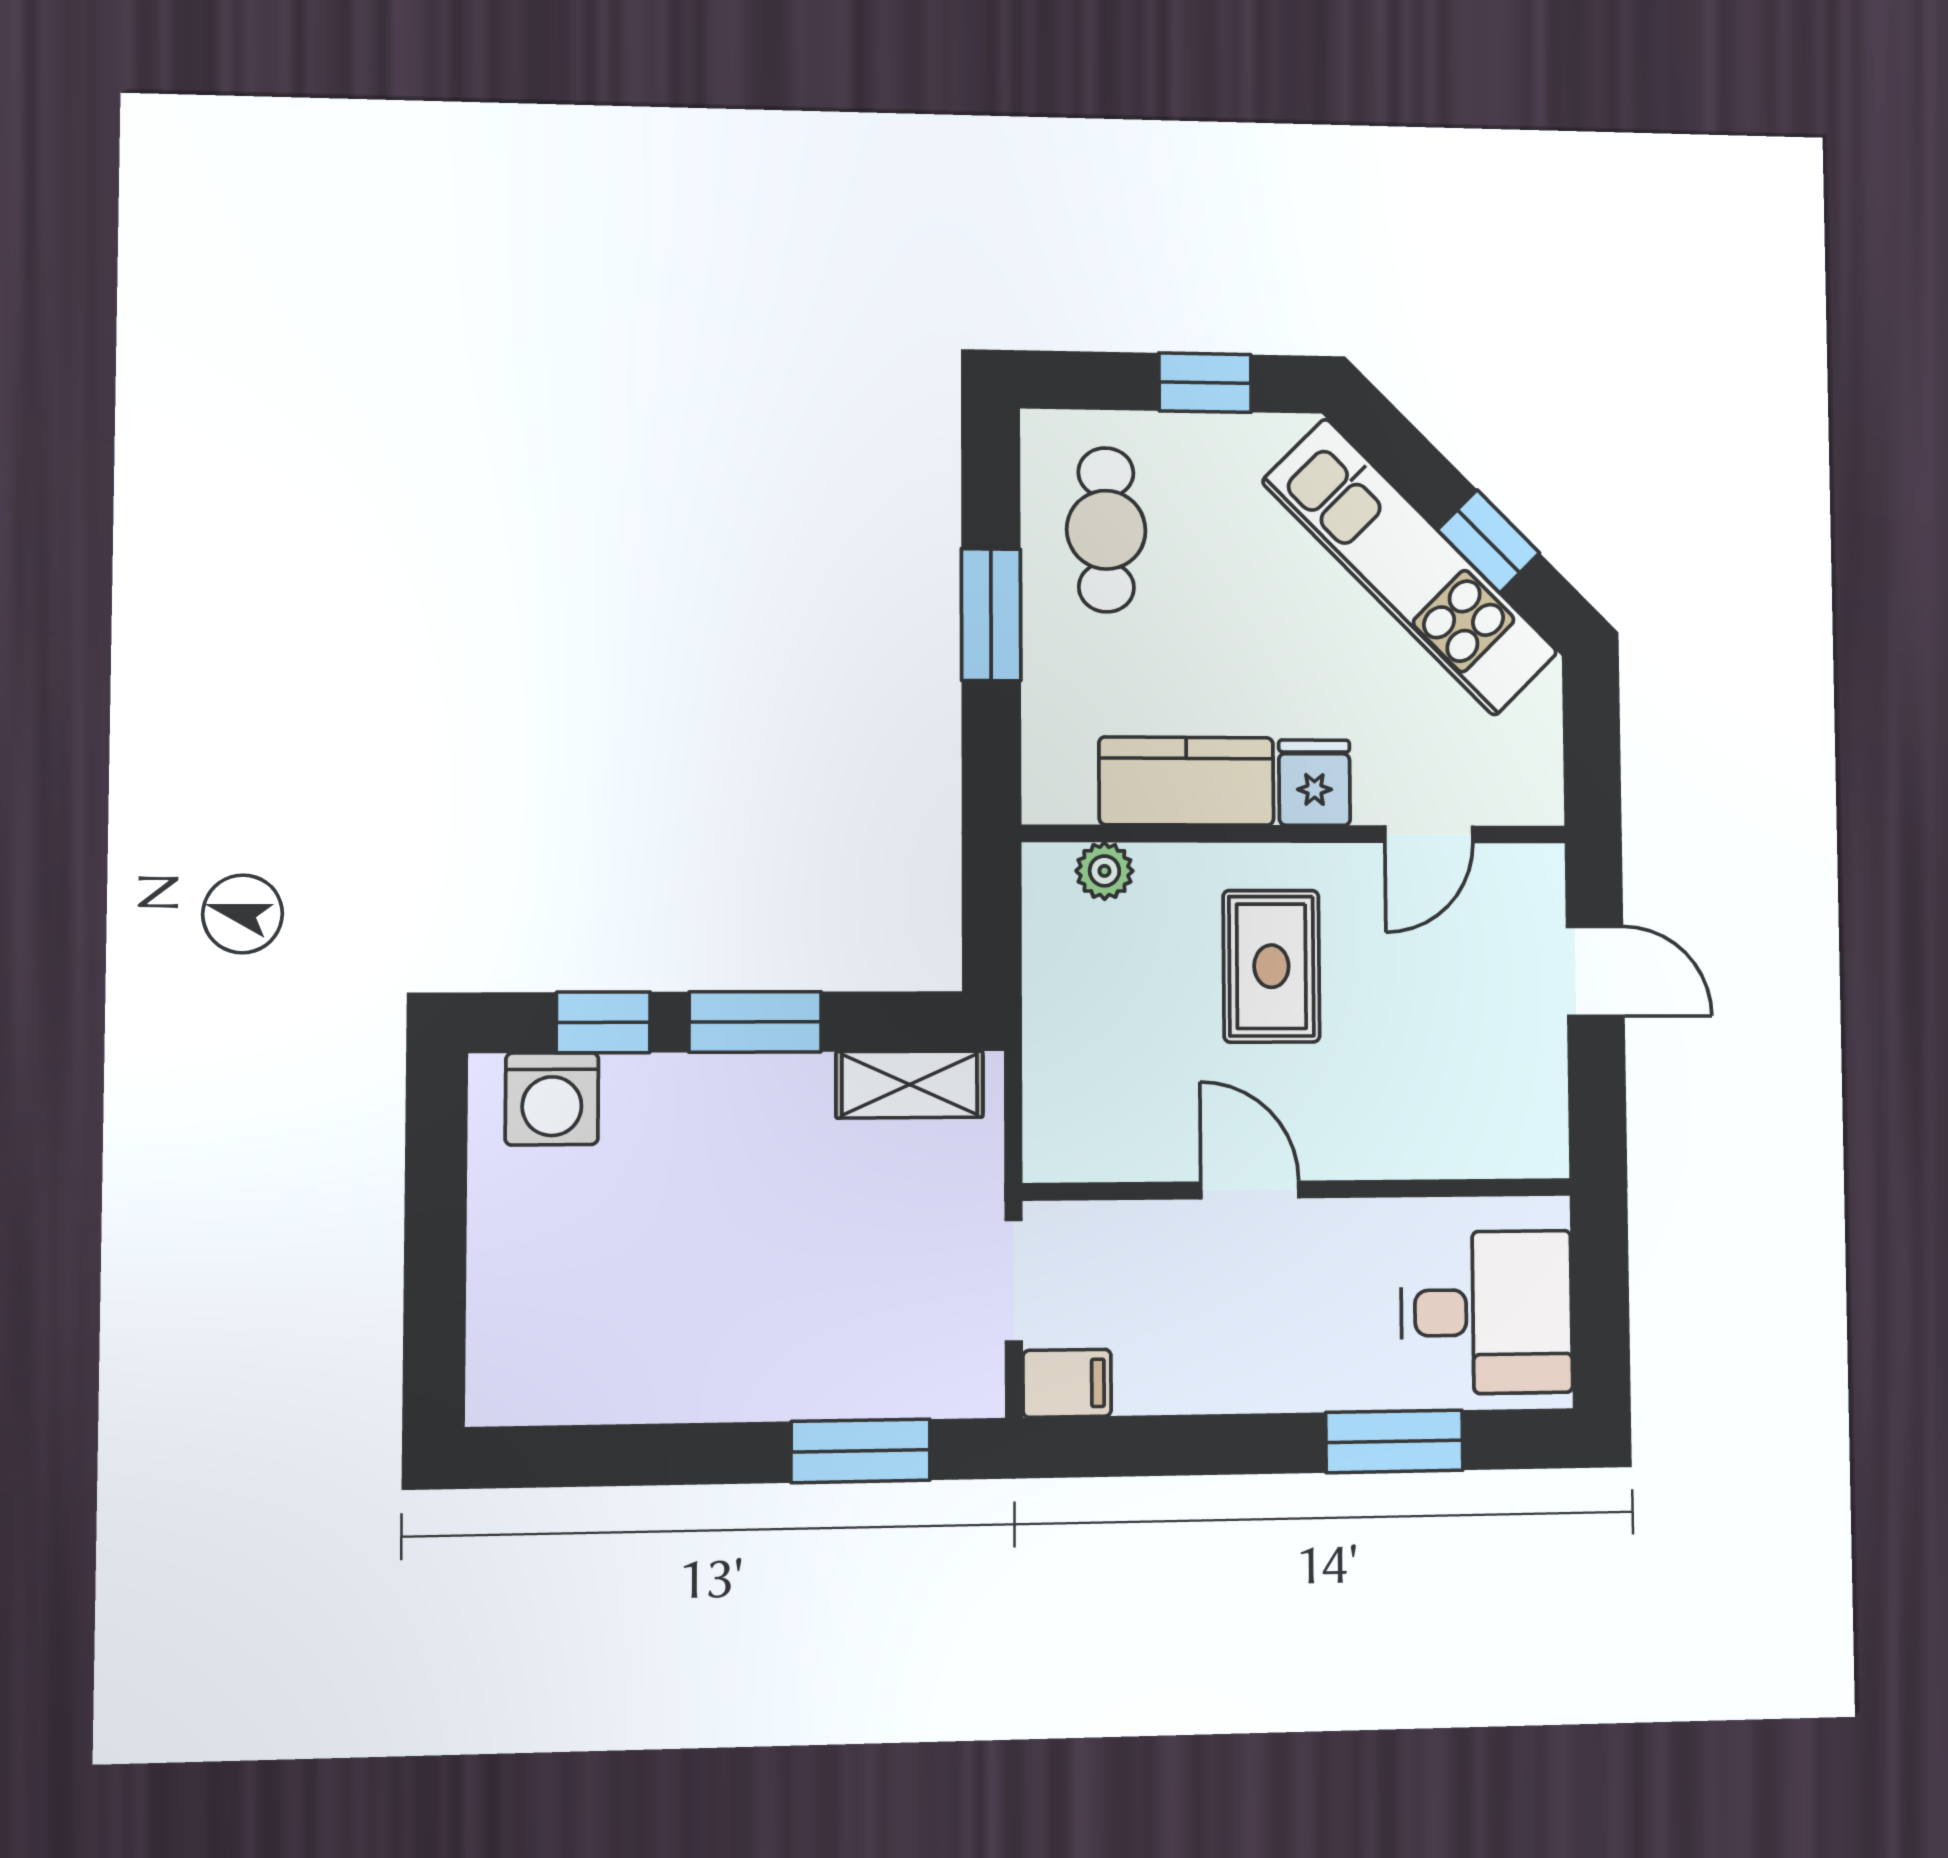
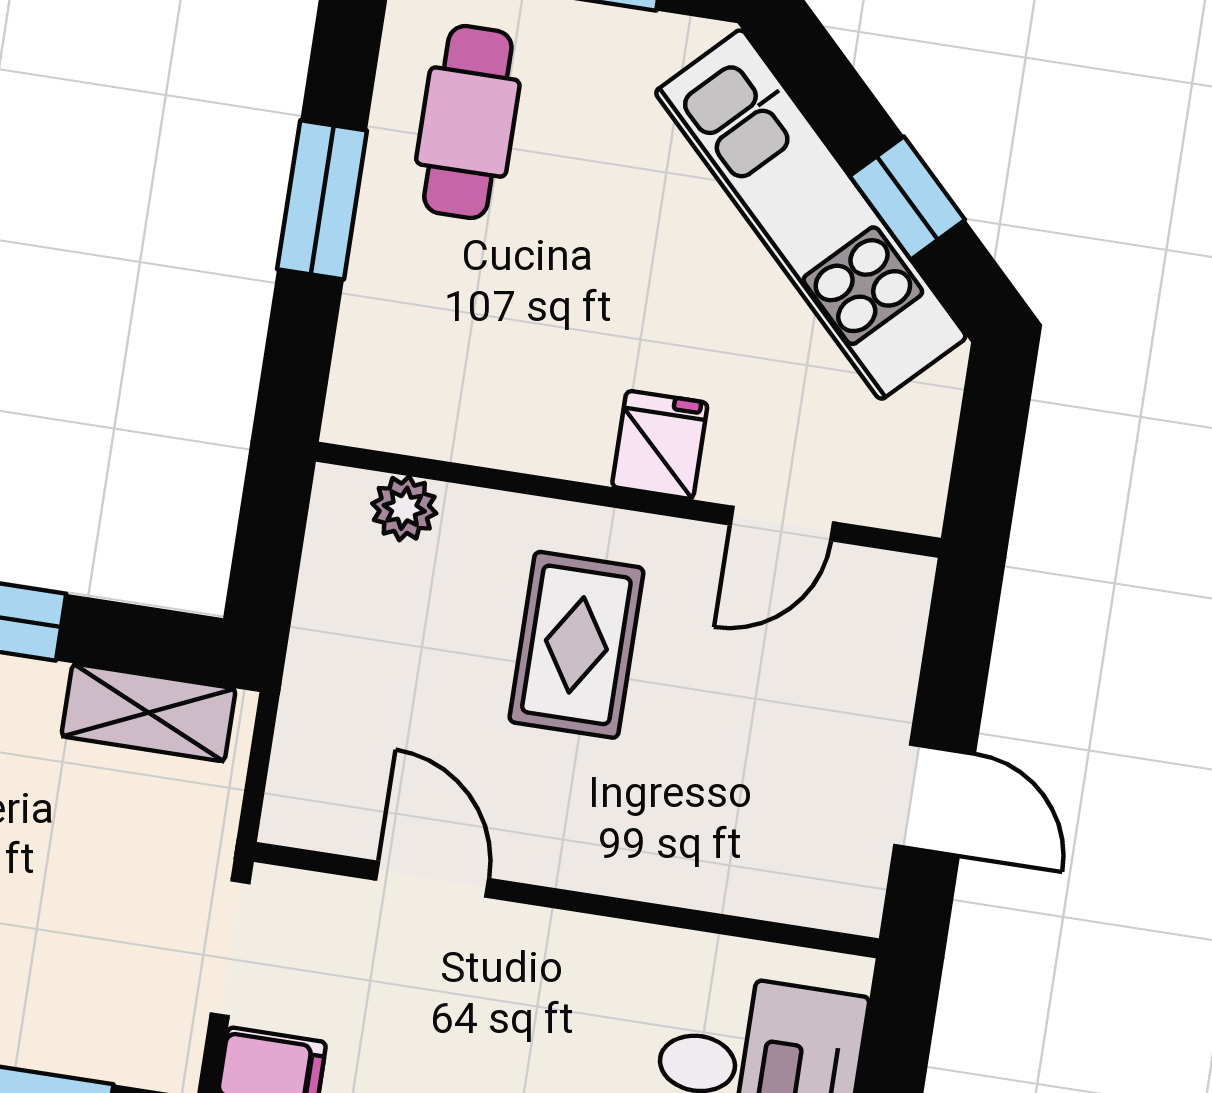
kitchen counter: (1186, 781) -> (513, 421), removed
door: (1595, 971) -> (935, 800), moved
door: (1250, 1190) -> (432, 879), moved

